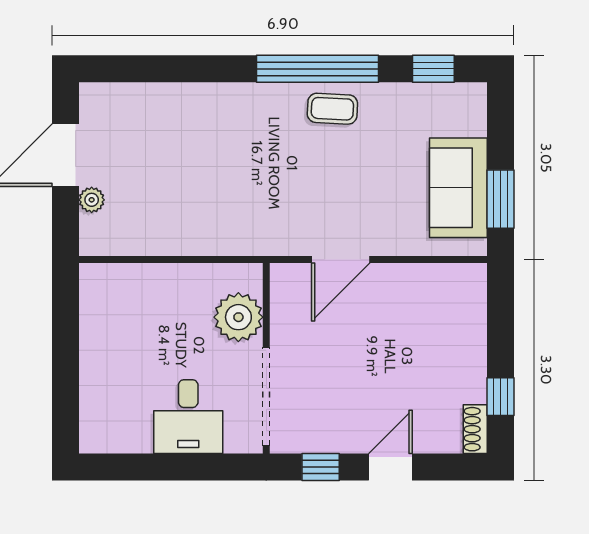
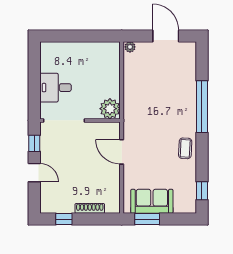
window: (318, 69) -> (202, 107), moved
plant: (92, 200) -> (130, 47), moved
plant: (238, 317) -> (110, 109), moved
shoe rack: (475, 429) -> (90, 208), moved, width x1.43

